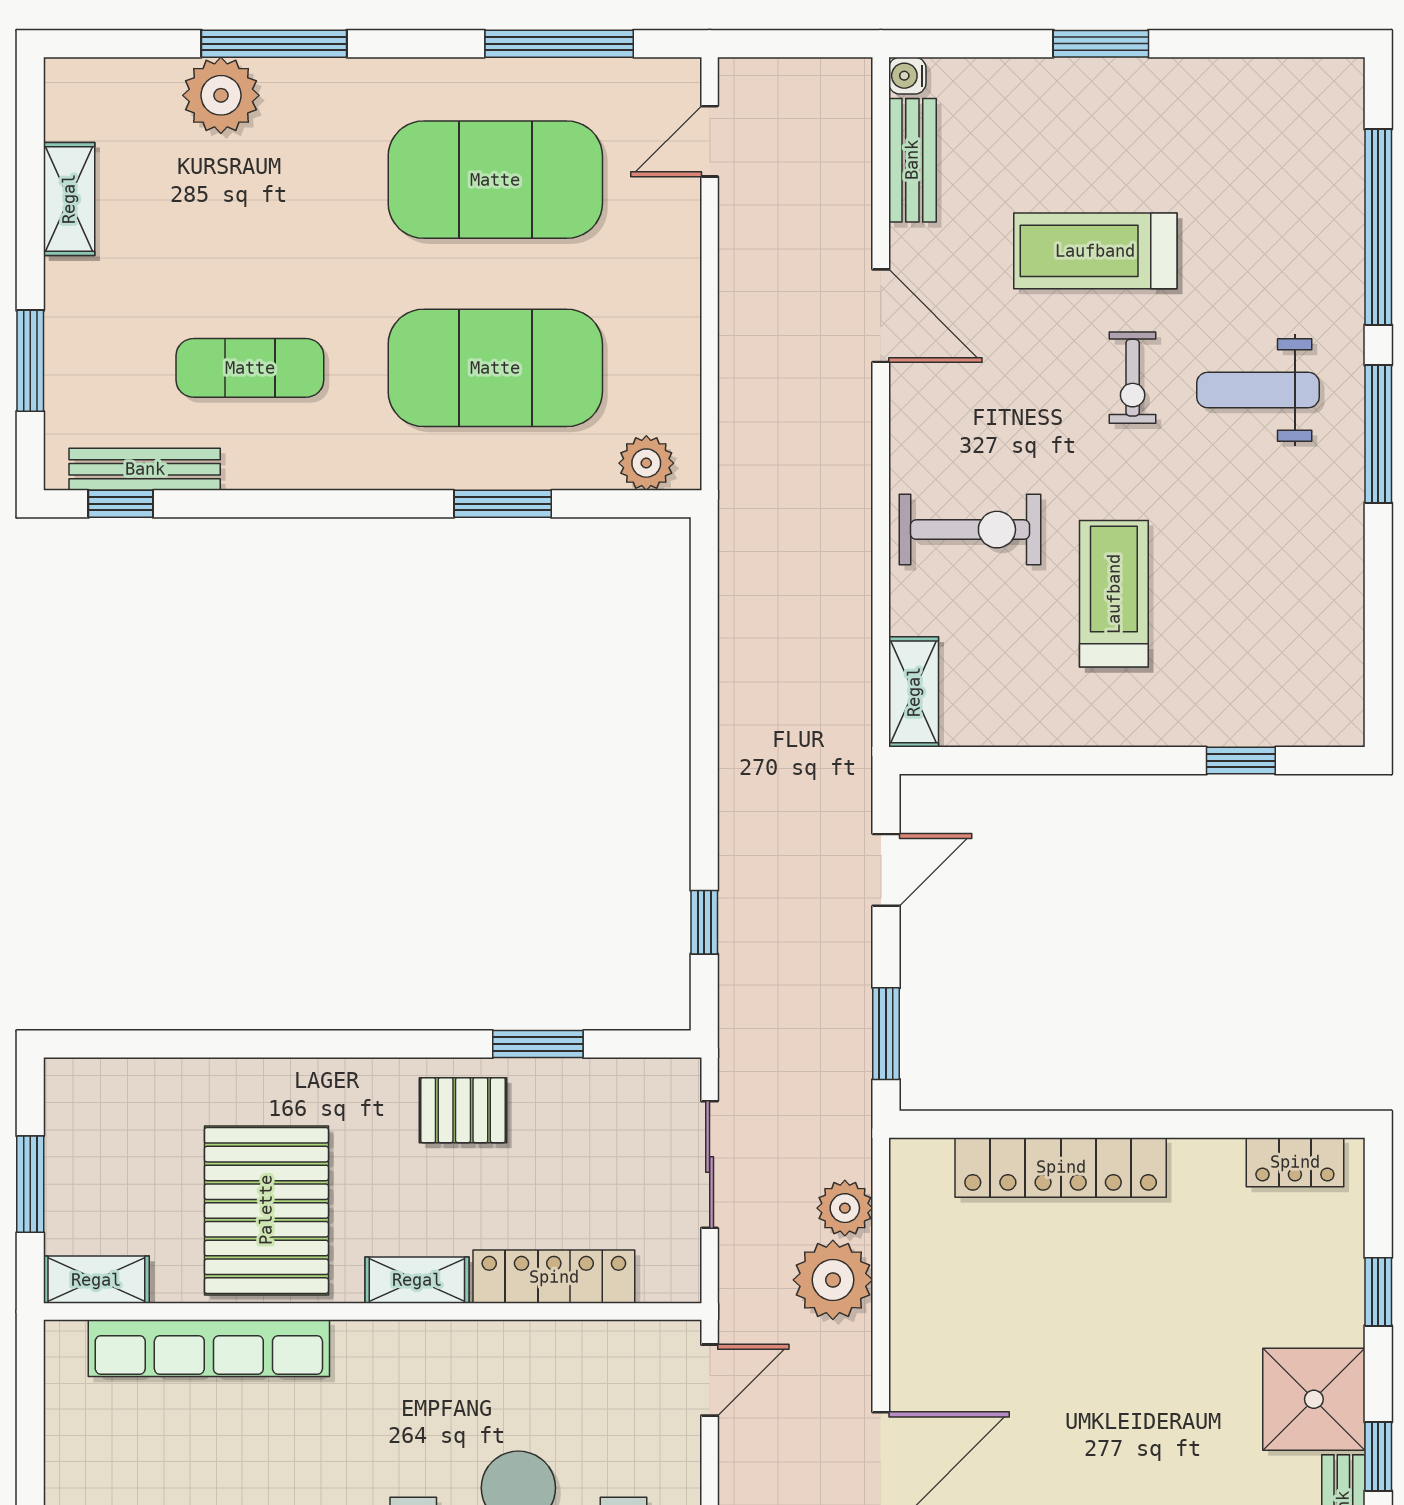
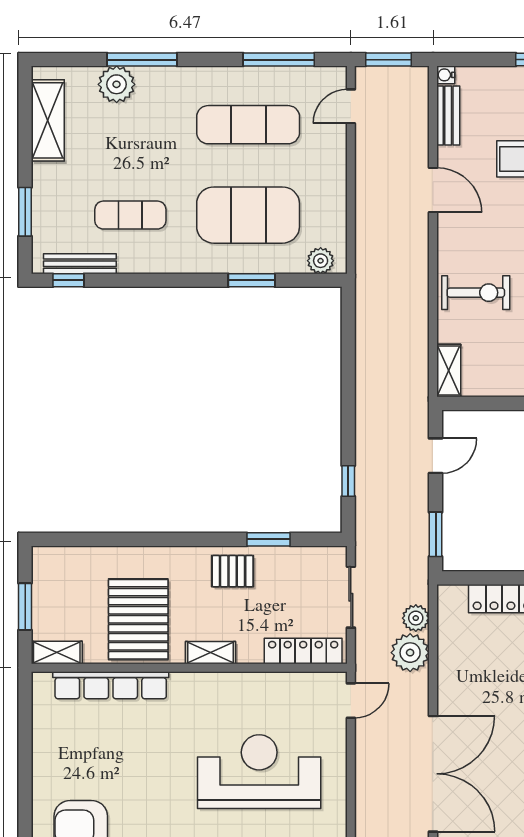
window: (788, 44) -> (389, 60), added
exercise mat: (495, 180) -> (248, 125), width x0.68
shelving: (69, 199) -> (48, 120), width x1.50, depth x1.33
locker: (554, 1277) -> (303, 651), moved

